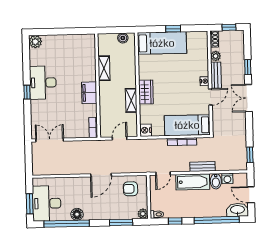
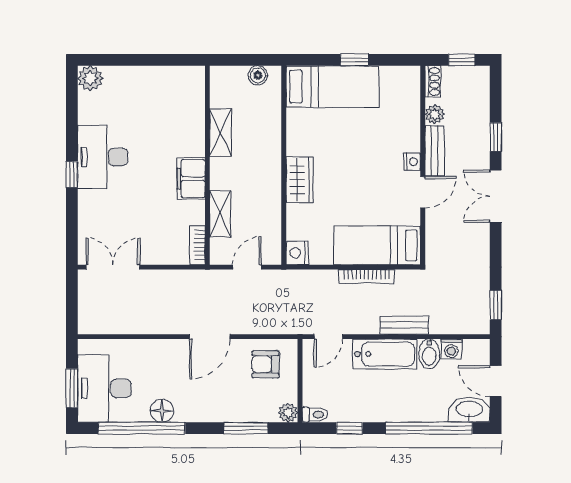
shelving: (131, 100) -> (220, 214), moved

